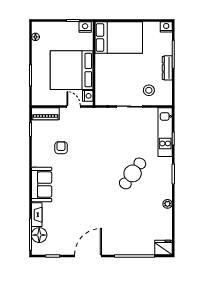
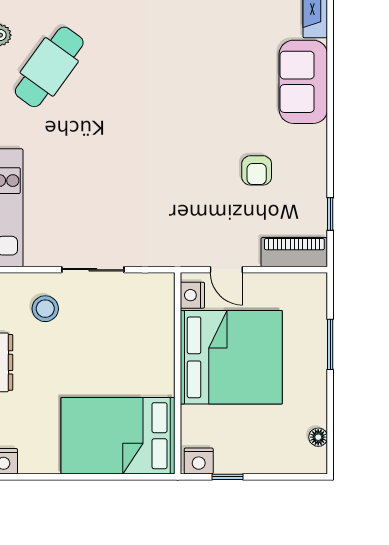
cafe table: (133, 173) -> (49, 67), moved

